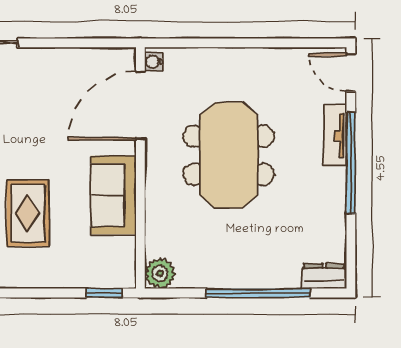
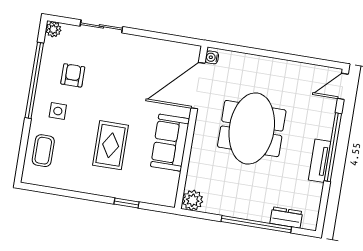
door: (351, 72) -> (343, 86), hinge flipped
tv unit: (335, 136) -> (320, 161), moved
dresser: (324, 276) -> (286, 217), moved
window: (104, 293) -> (127, 203), moved

